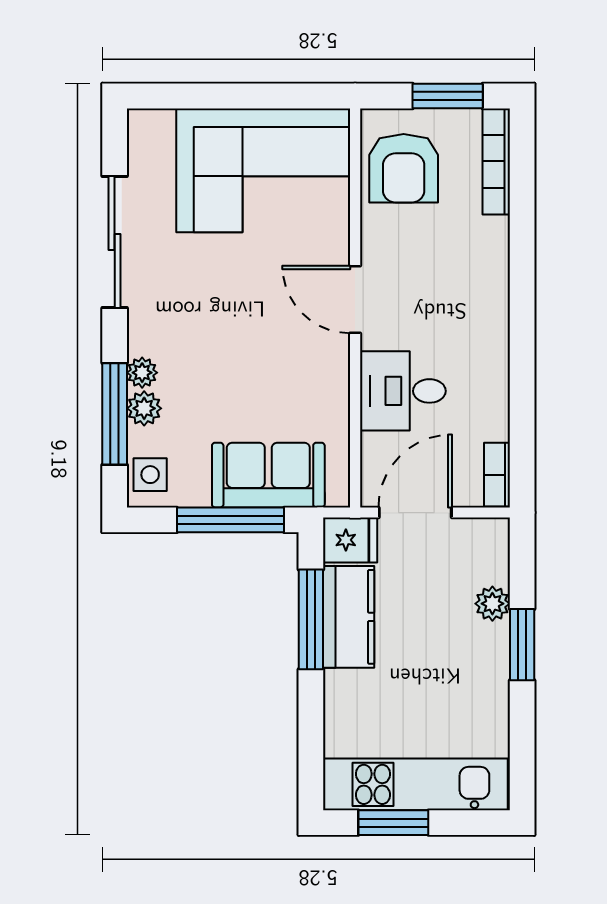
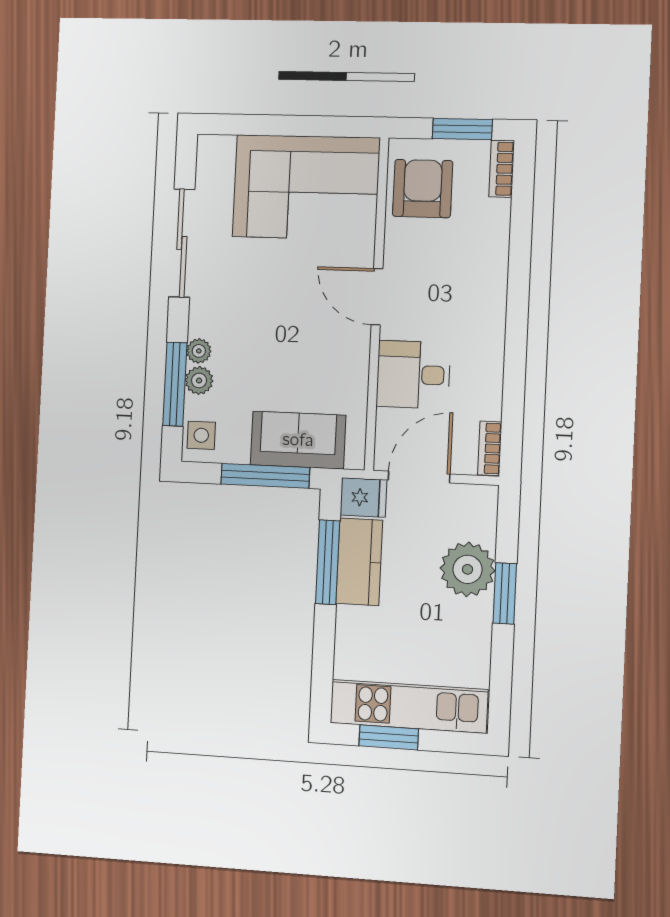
bookcase: (496, 161) -> (502, 169), width x0.64
armchair: (404, 168) -> (423, 189), turned 180
plant: (492, 604) -> (468, 569), width x1.88, depth x1.88

